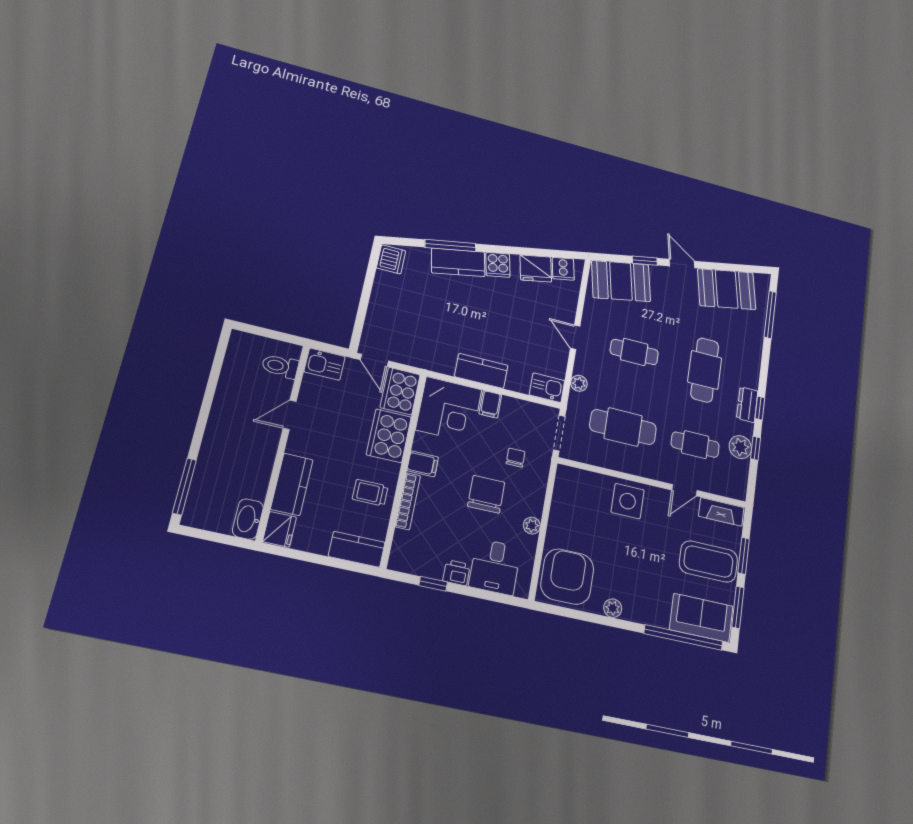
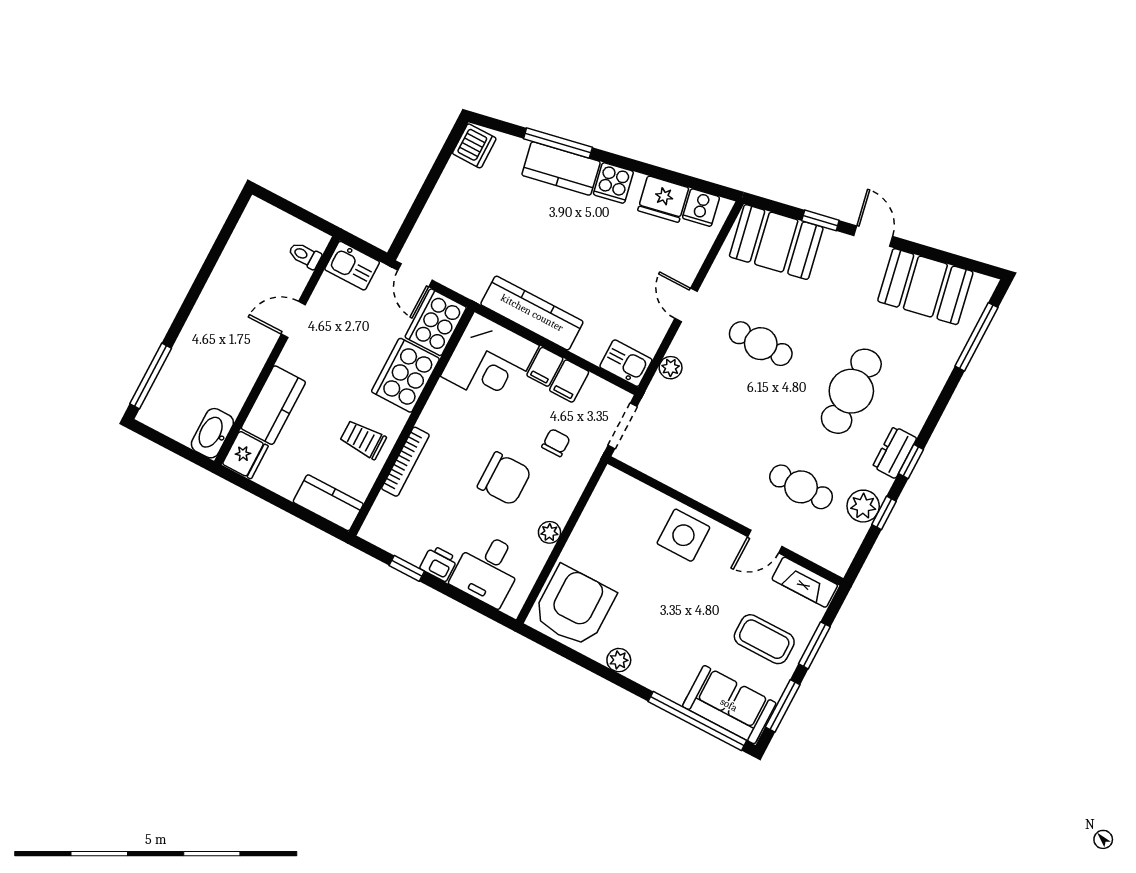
toilet: (280, 366) -> (305, 255), width x0.73, depth x0.72
kitchen counter: (481, 371) -> (532, 313), width x1.50
cafe table: (623, 427) -> (710, 439), removed
filing cabinet: (423, 464) -> (569, 381), moved, turned 90
chair: (486, 494) -> (504, 479), turned 90
coffee table: (708, 561) -> (764, 639), width x0.73, depth x0.76

